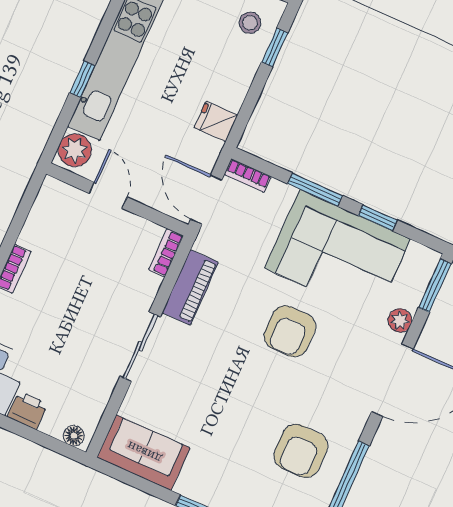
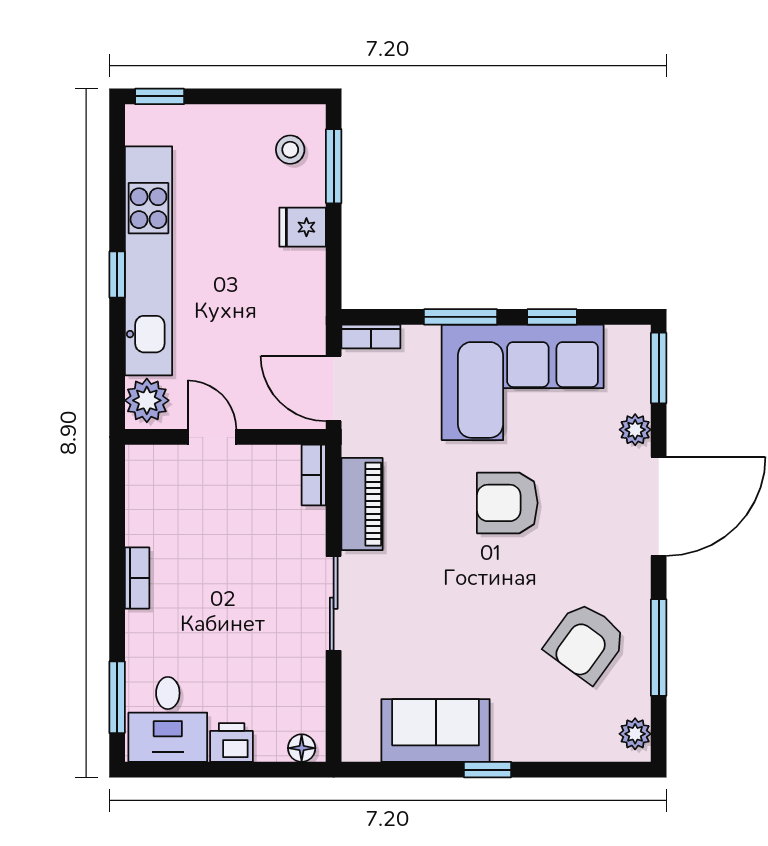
window: (275, 47) -> (334, 166), width x1.50
window: (82, 79) -> (117, 275), moved
fridge: (216, 122) -> (303, 227), moved
armchair: (290, 331) -> (507, 503), turned 90
armchair: (301, 451) -> (586, 642), turned 36
sofa: (144, 453) -> (436, 730), moved

